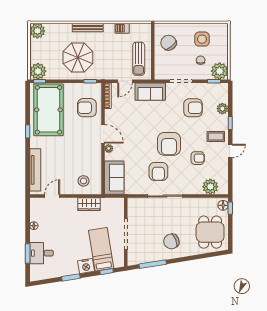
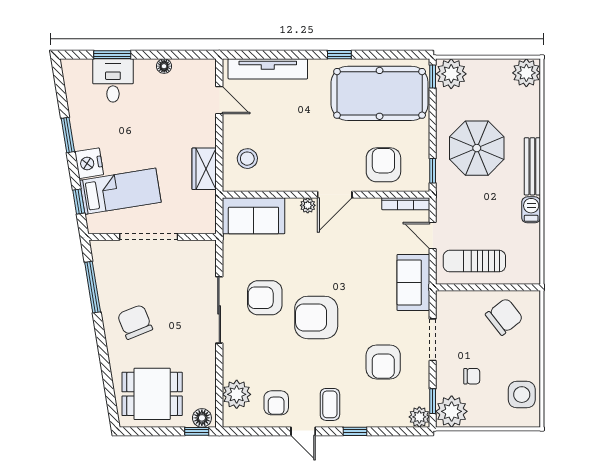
barbecue: (122, 28) -> (531, 210), moved
side table: (202, 39) -> (522, 395), moved
plant: (222, 109) -> (419, 417), moved
armchair: (198, 158) -> (276, 403), moved

